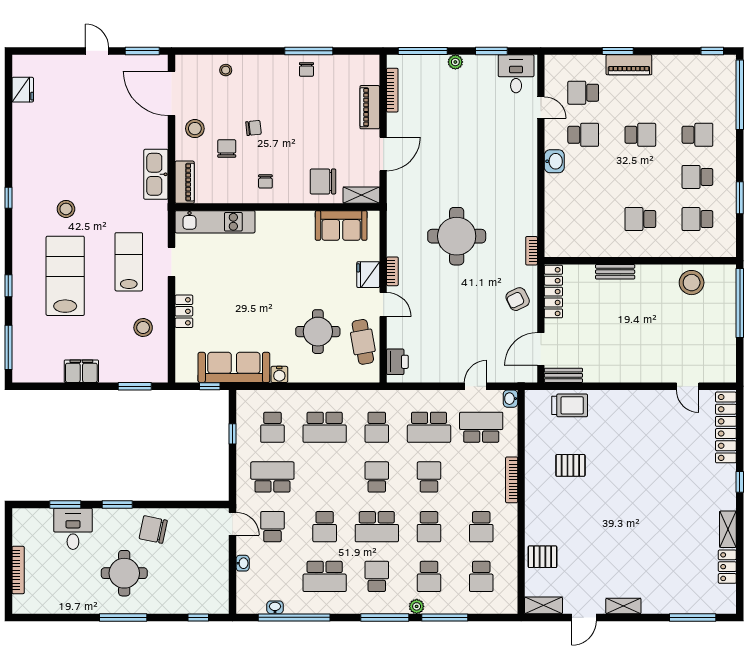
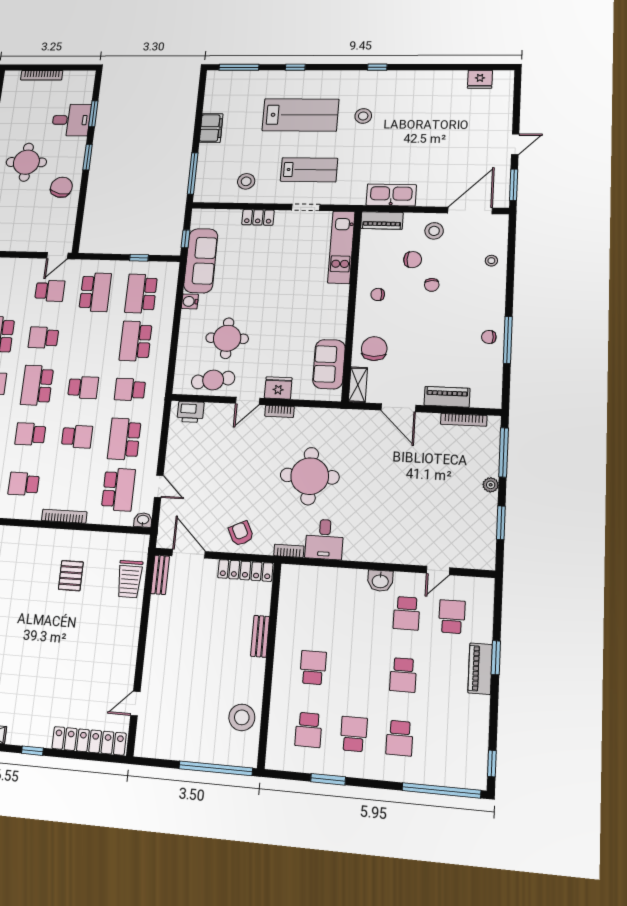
desk: (516, 74) -> (324, 539), moved, turned 90
school desk: (697, 219) -> (308, 730), turned 180
window: (135, 386) -> (193, 173), width x1.44
school desk: (272, 427) -> (141, 294), width x1.85
washbasin: (243, 563) -> (21, 264), removed

